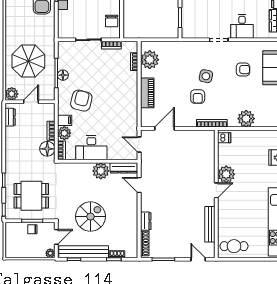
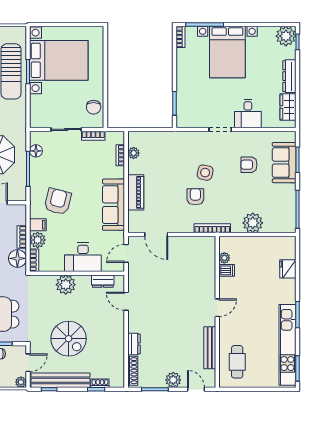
plant: (150, 60) -> (134, 153), width x0.53, depth x0.53
armchair: (243, 70) -> (249, 165), turned 180
floor lamp: (63, 75) -> (36, 151), moved
armchair: (198, 97) -> (195, 197), turned 180
sofa: (128, 103) -> (114, 205), added
door: (165, 129) -> (156, 235), swing flipped
dishwasher: (224, 138) -> (227, 270), moved
door: (139, 145) -> (126, 253), hinge flipped
desk: (91, 148) -> (83, 257), moved
dresser: (124, 168) -> (103, 281), width x0.70
plant: (101, 171) -> (66, 285), moved
plant: (226, 174) -> (224, 258), moved, width x0.53, depth x0.53
spiral stairs: (91, 217) -> (69, 339), turned 90
cafe table: (234, 246) -> (237, 362), moved, turned 90
plant: (179, 251) -> (173, 380), added

